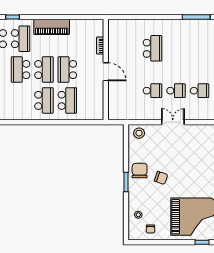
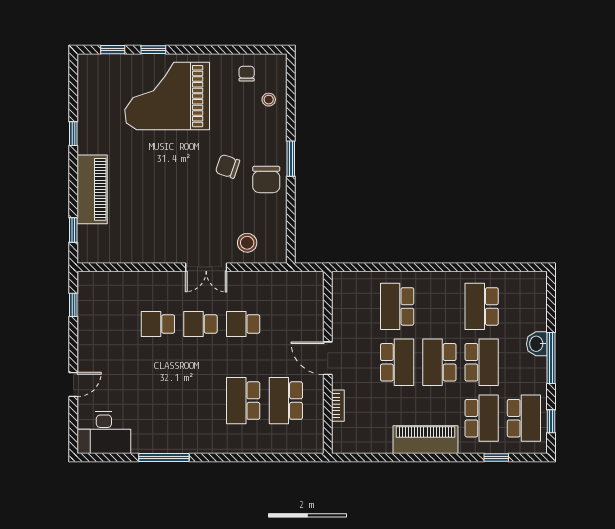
school desk: (21, 39) -> (482, 418), turned 180
school desk: (129, 48) -> (286, 401), added
school desk: (44, 100) -> (482, 306), moved
stool: (139, 133) -> (247, 243), moved

